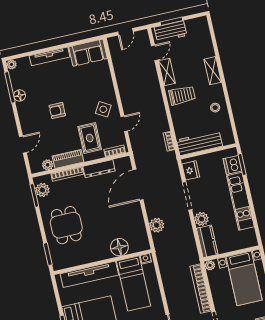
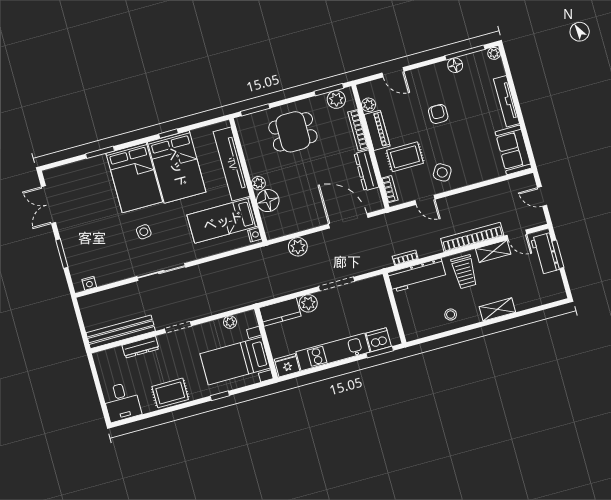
workbench: (199, 143) -> (417, 275), moved, turned 90
fridge: (191, 170) -> (287, 365), moved, turned 180
plant: (105, 254) -> (258, 183), added
plant: (210, 265) -> (230, 322), moved
bookcase: (201, 289) -> (472, 237), moved

